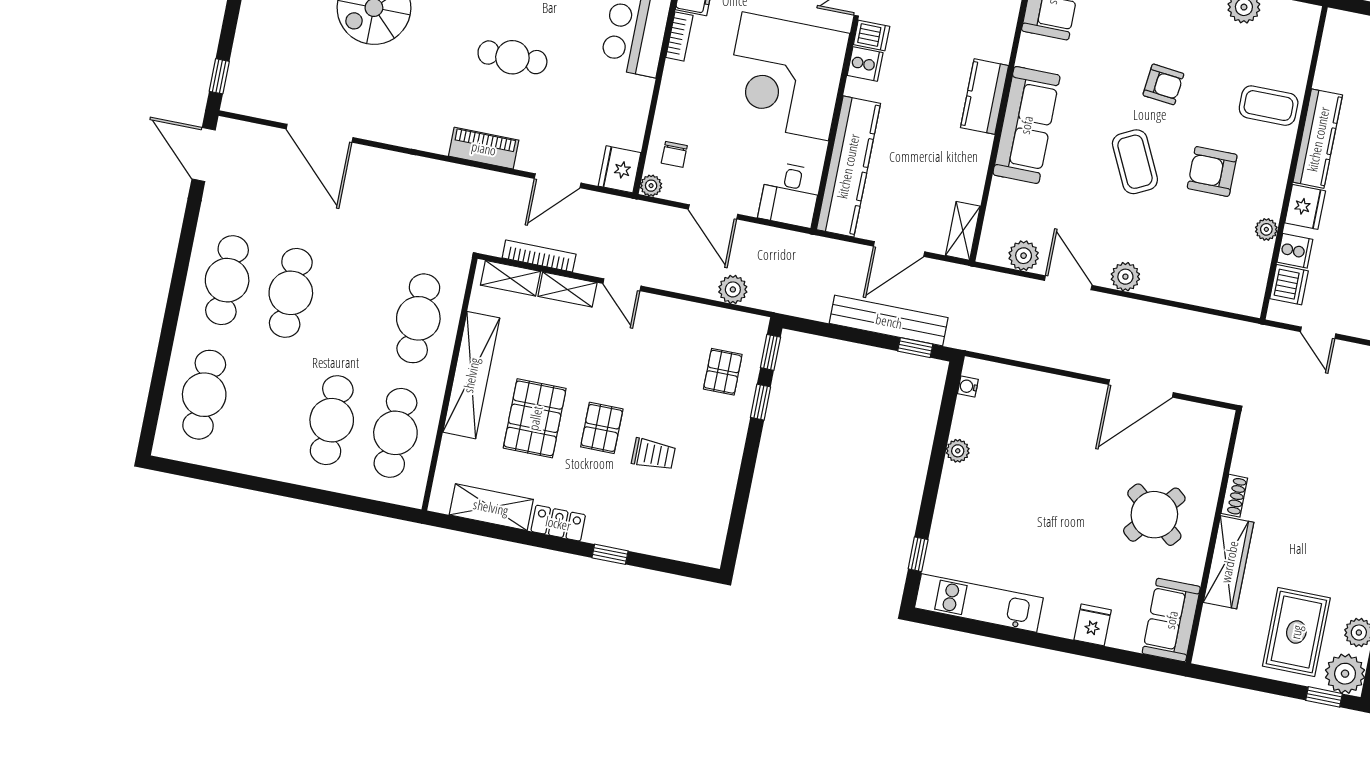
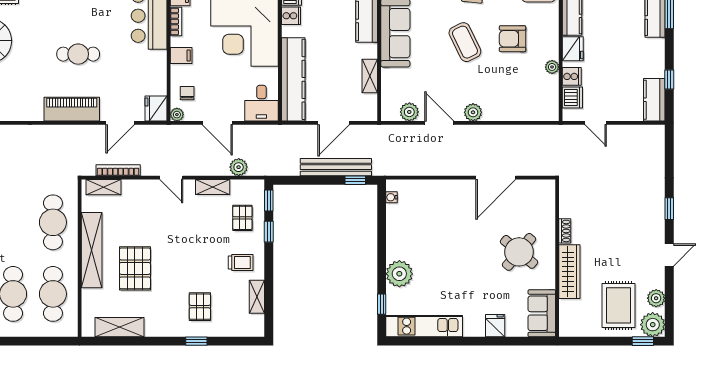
filing cabinet: (677, 92) -> (181, 55), added
piano: (484, 148) -> (72, 109), width x1.37, depth x1.33
chair: (674, 154) -> (187, 93), turned 180
shelving: (963, 231) -> (370, 76), moved
shelving: (567, 289) -> (213, 187), moved
pallet: (602, 428) -> (200, 307), moved
plant: (958, 451) -> (399, 274), moved, width x1.88, depth x1.88
trolley: (653, 454) -> (241, 262), moved
shelving: (721, 503) -> (257, 297), added
locker: (558, 523) -> (162, 329), removed

